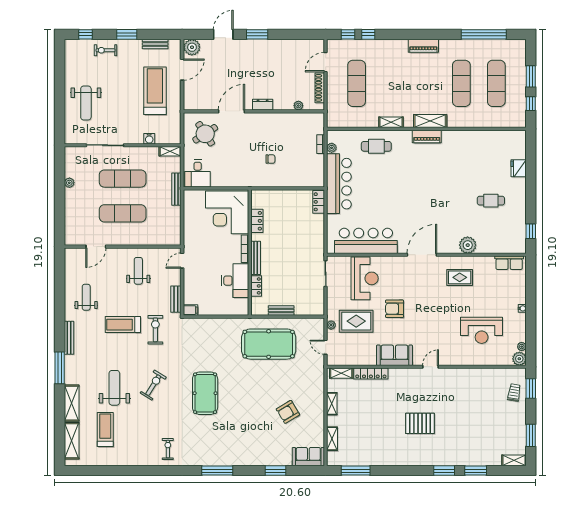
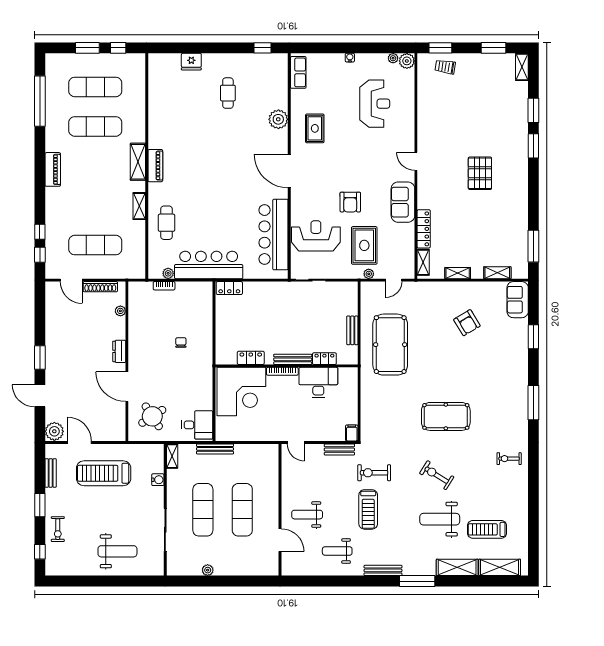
weight bench: (138, 271) -> (307, 515), moved

